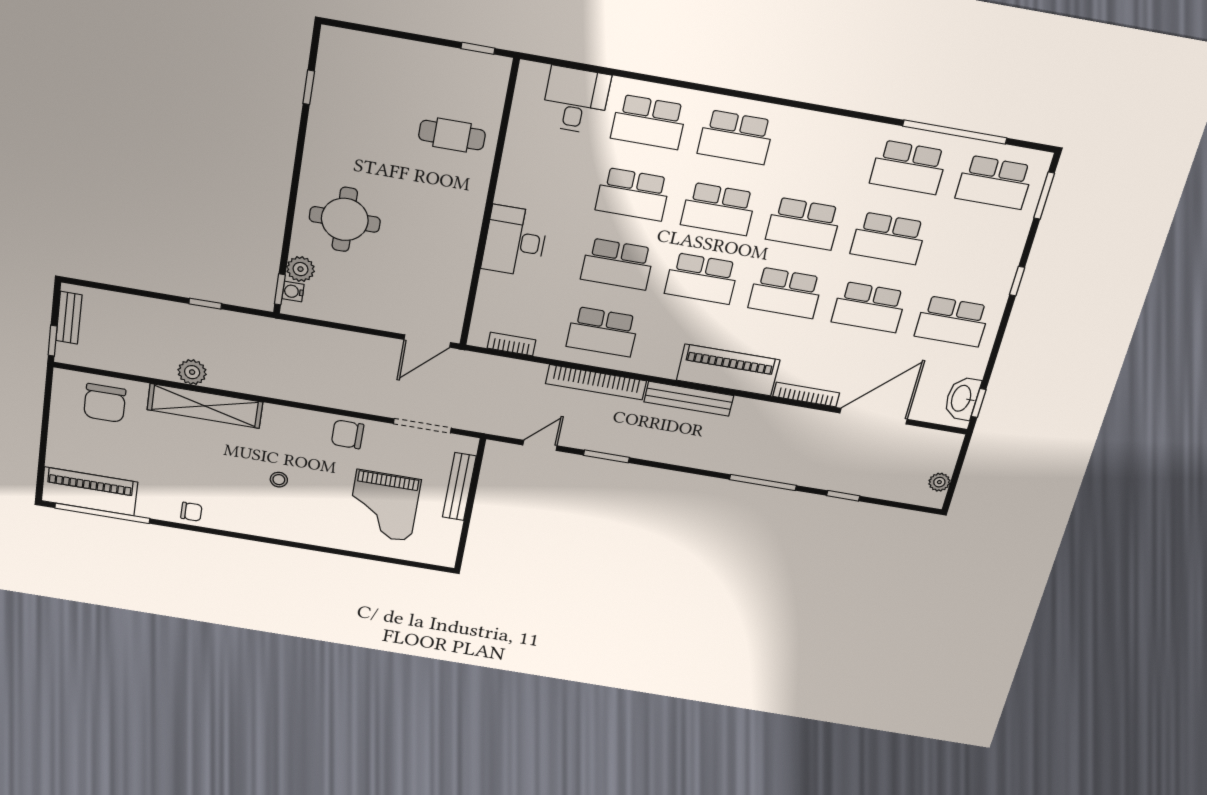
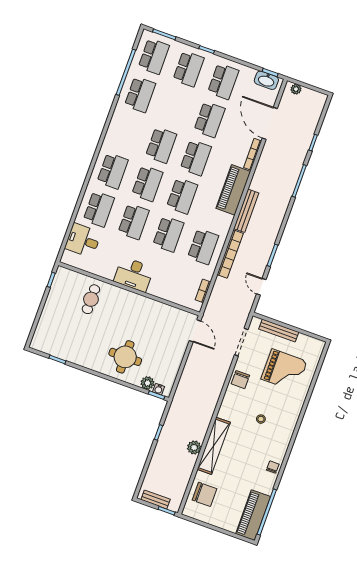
school desk: (888, 238) -> (189, 69), moved
desk: (515, 241) -> (134, 274), moved
plant: (939, 482) -> (296, 89), moved

